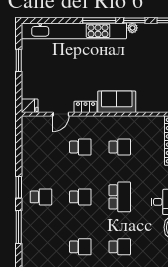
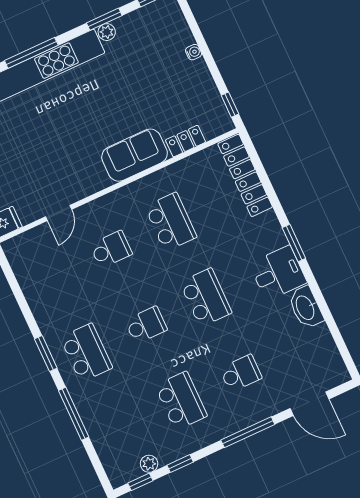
window: (99, 20) -> (31, 53), moved
locker: (86, 107) -> (186, 141), moved
school desk: (120, 147) -> (171, 222), width x1.85
school desk: (41, 197) -> (86, 353), width x1.85
school desk: (80, 247) -> (181, 401), width x1.85

